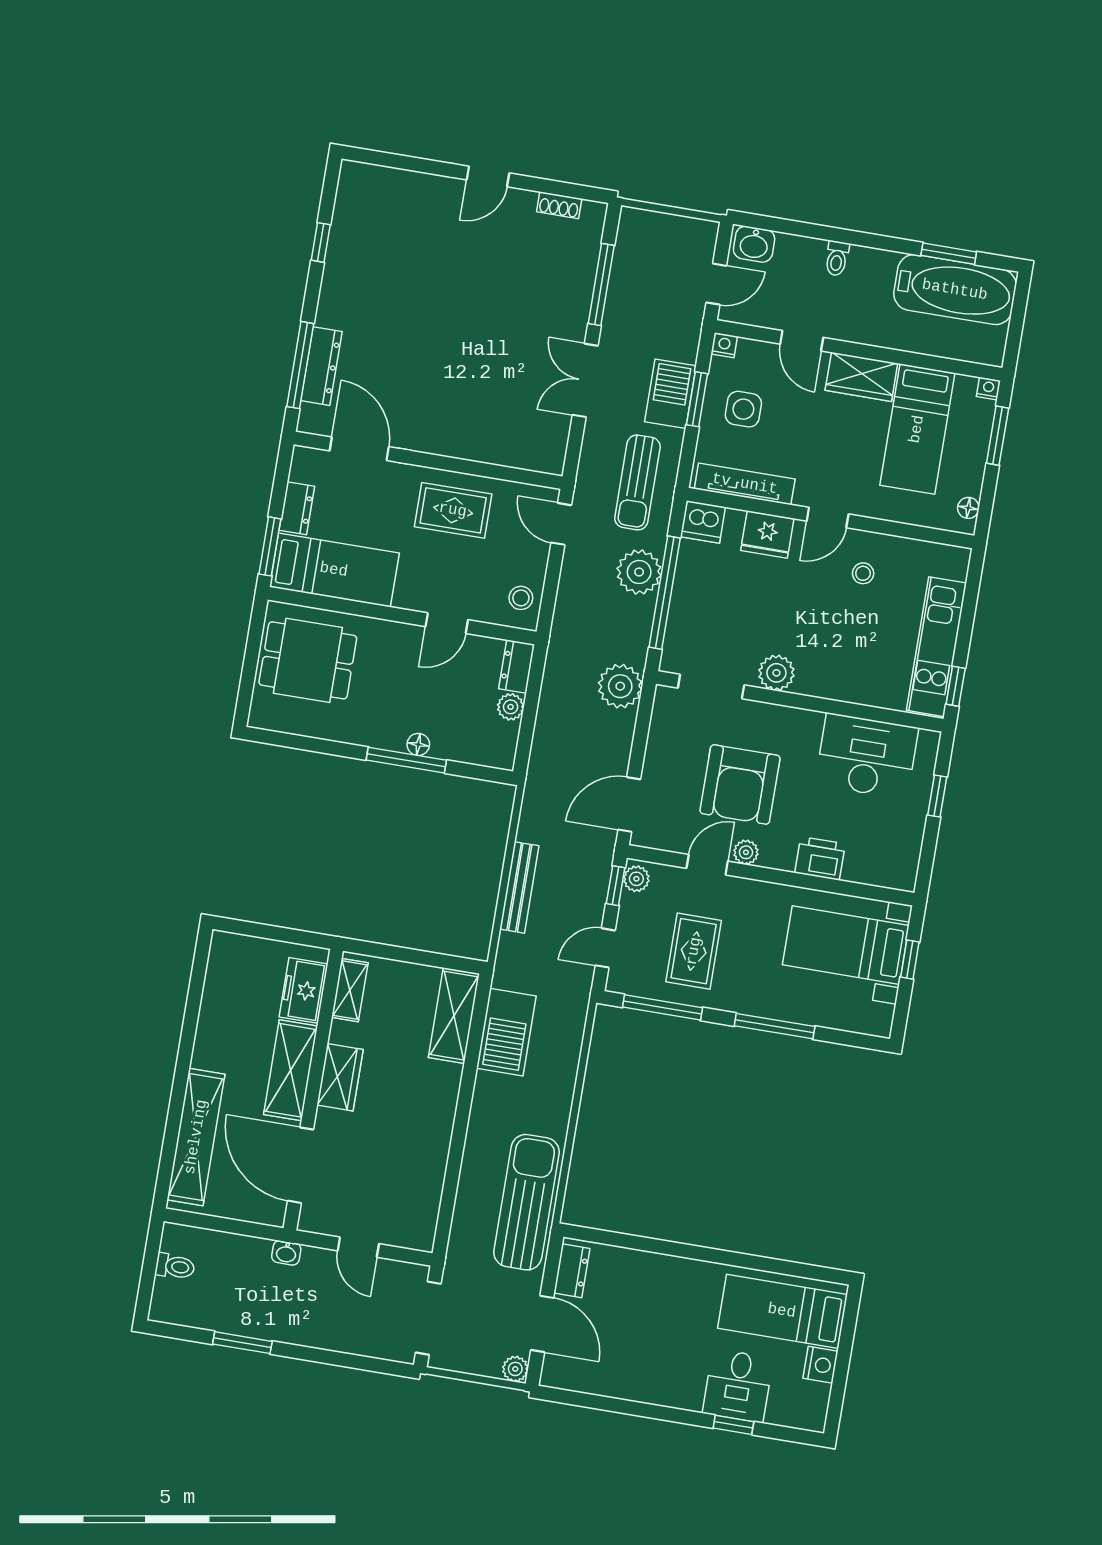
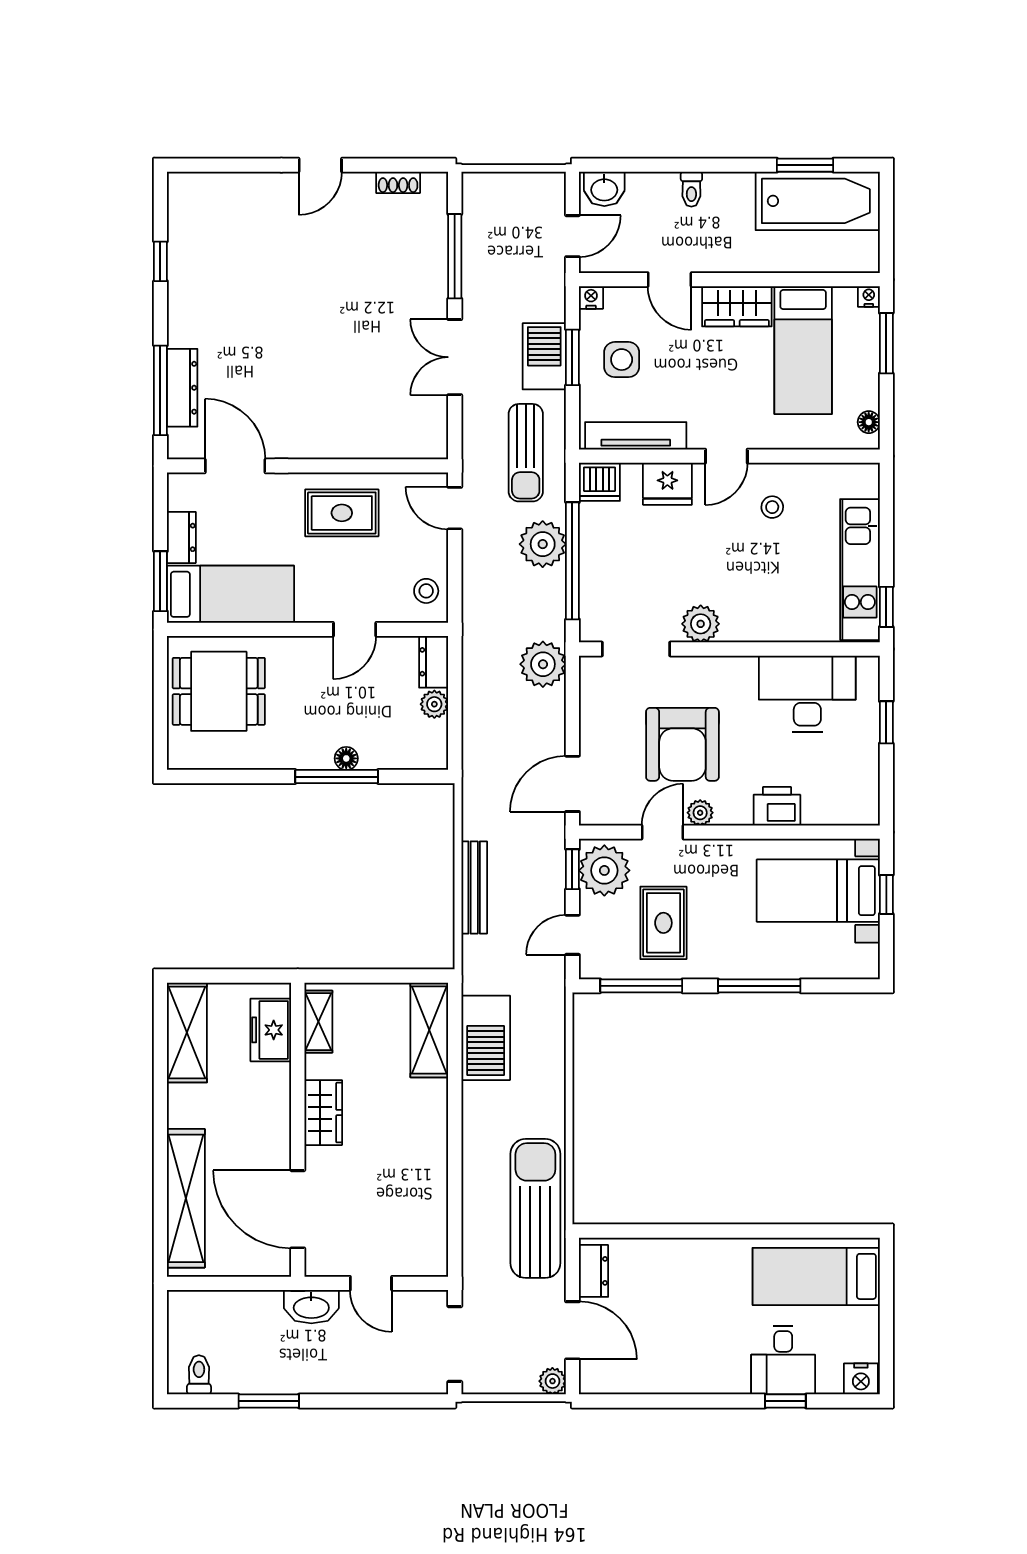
plant: (636, 879) -> (604, 870), width x1.88, depth x1.88
shelving: (291, 1070) -> (187, 1032), moved
washbasin: (286, 1253) -> (311, 1307), width x1.91, depth x1.45
toilet: (175, 1266) -> (199, 1375), moved, turned -90
nightstand: (820, 1365) -> (861, 1379), moved, turned 90

